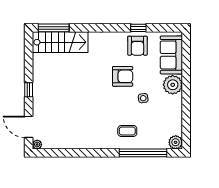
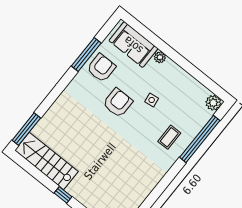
window: (138, 28) -> (86, 55), width x2.17
stairs: (60, 42) -> (46, 161), moved, turned -90
armchair: (137, 46) -> (101, 68), turned -90
plant: (173, 85) -> (160, 57), width x0.53, depth x0.53

